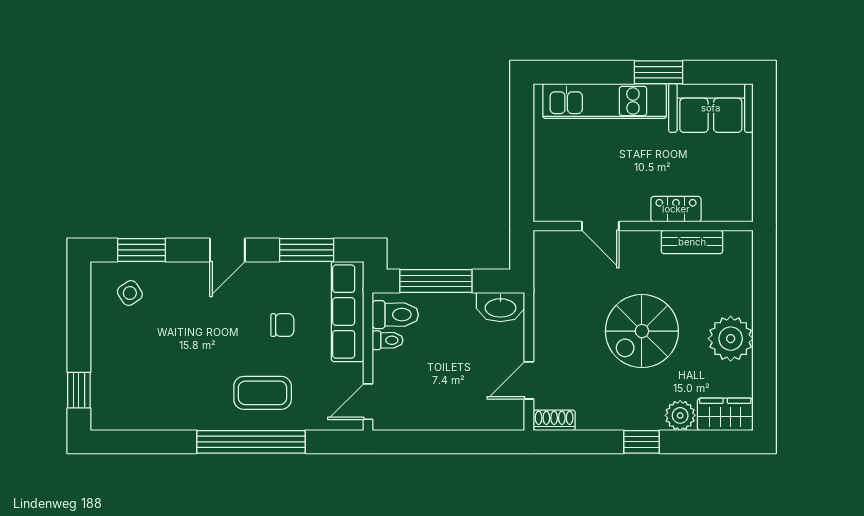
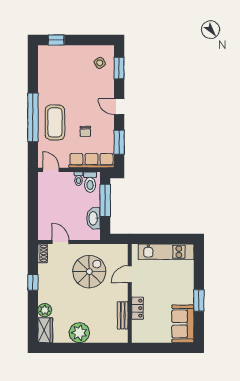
kitchen unit: (605, 101) -> (166, 252), moved, turned -90
washbasin: (500, 307) -> (93, 218), moved
spiral stairs: (642, 331) -> (89, 272), moved, turned 90
coffee table: (263, 393) -> (55, 122), width x1.36, depth x1.32
window: (642, 442) -> (33, 282), moved

